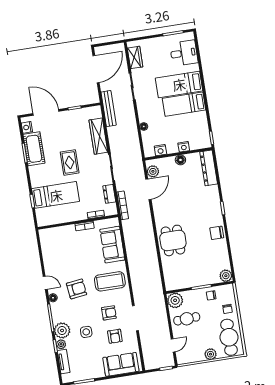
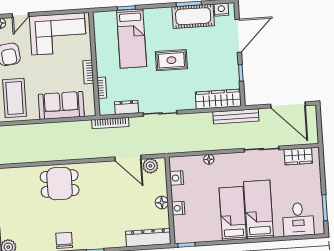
wardrobe: (98, 136) -> (218, 99), moved
corner sofa: (57, 252) -> (58, 34), added

